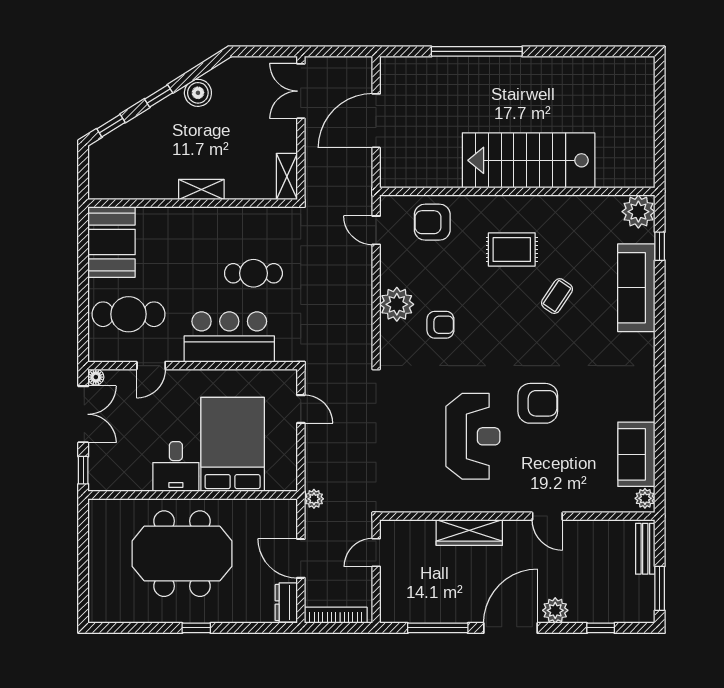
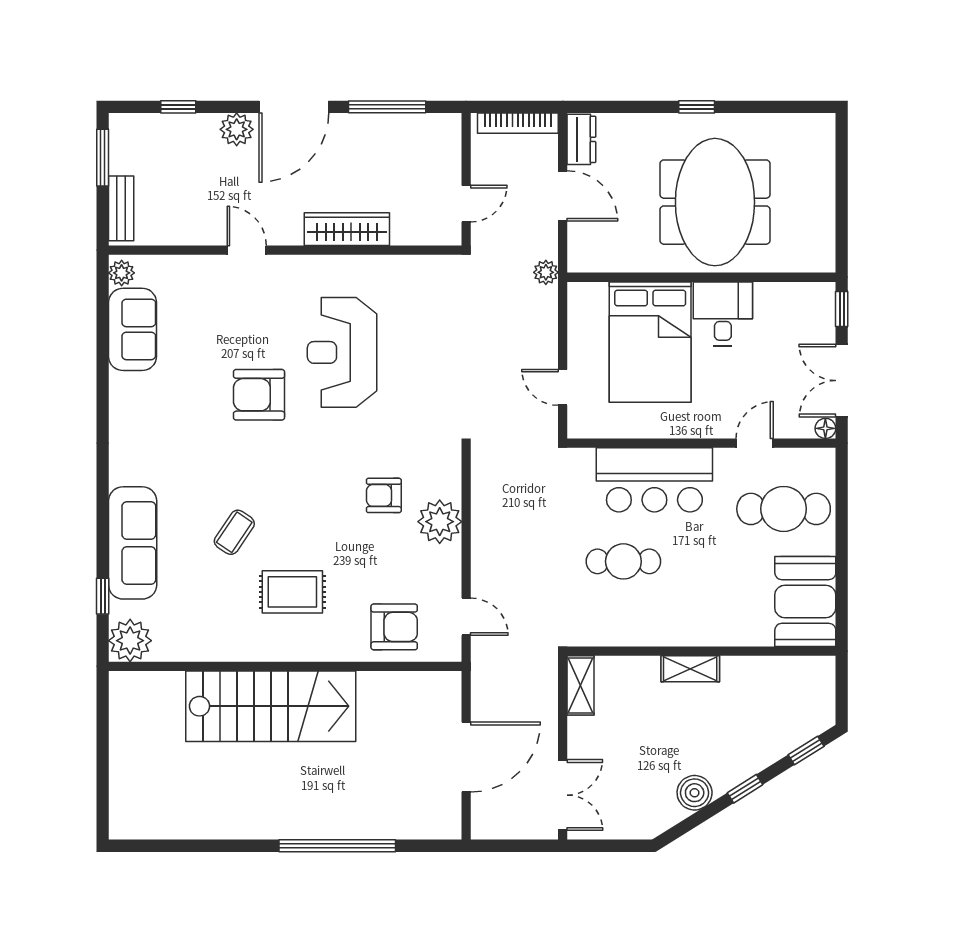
meeting table: (182, 554) -> (715, 202), turned 90

